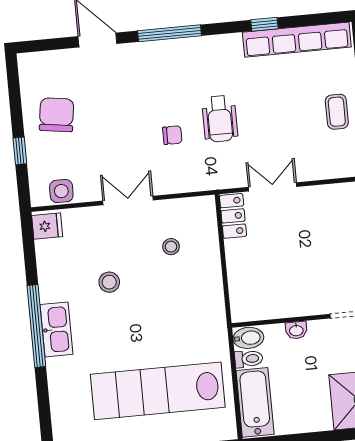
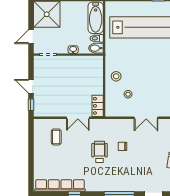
coffee table: (337, 112) -> (56, 137), moved
stool: (109, 282) -> (116, 76), moved

